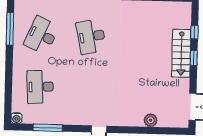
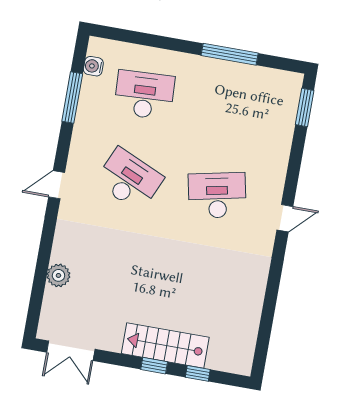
window: (10, 29) -> (230, 54), moved
desk: (41, 35) -> (129, 180), moved
water cooler: (16, 118) -> (93, 66), moved

